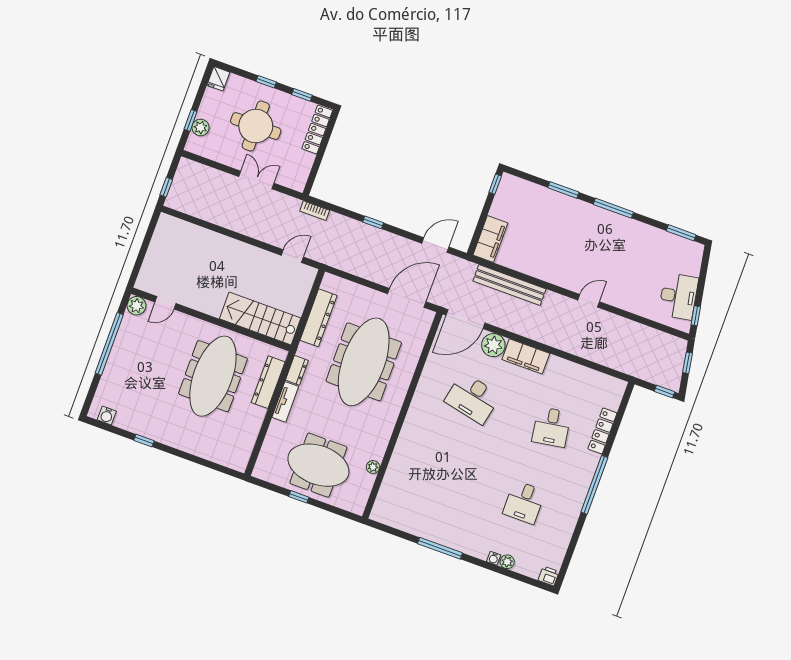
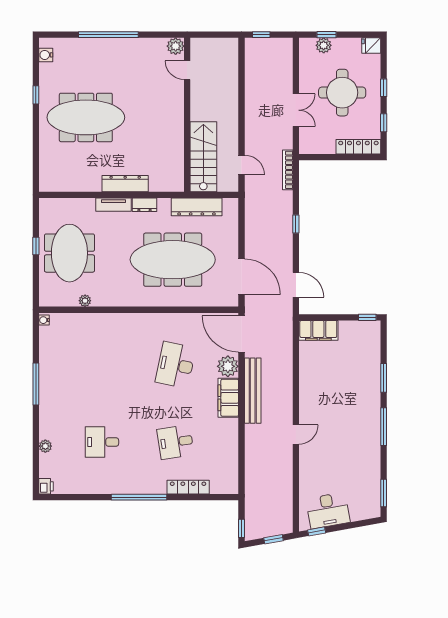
bookcase: (315, 211) -> (288, 170), width x1.56
bench: (509, 285) -> (253, 391), moved
door: (589, 301) -> (296, 434), hinge flipped
door: (165, 303) -> (187, 70), moved
plant: (137, 306) -> (176, 46), moved
stairs: (260, 318) -> (203, 157), moved
wall: (211, 319) -> (187, 115), moved
meeting table: (213, 376) -> (86, 117), moved
water cooler: (494, 558) -> (44, 320), moved

